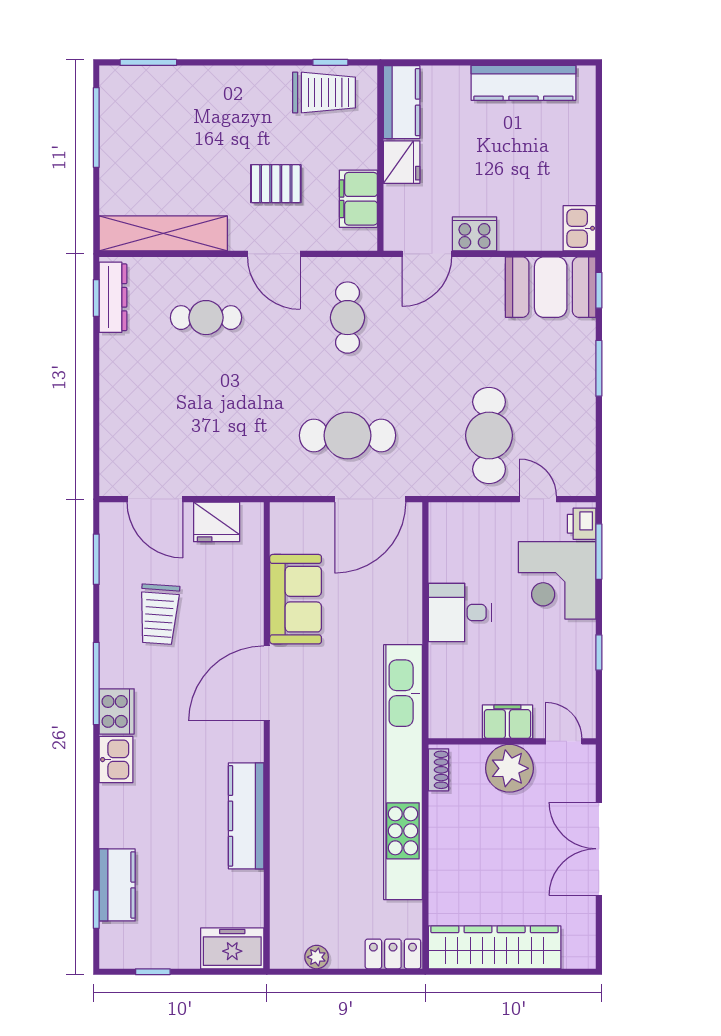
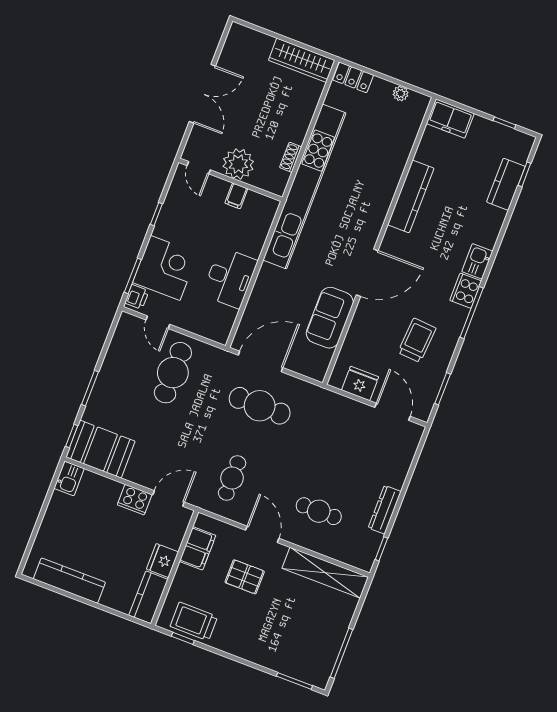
dresser: (113, 297) -> (385, 510), moved
desk: (460, 613) -> (230, 278), width x1.37
filing cabinet: (507, 722) -> (236, 196), width x0.50
shoe rack: (438, 770) -> (291, 157), moved
wardrobe: (495, 947) -> (302, 60), width x0.71, depth x0.85

